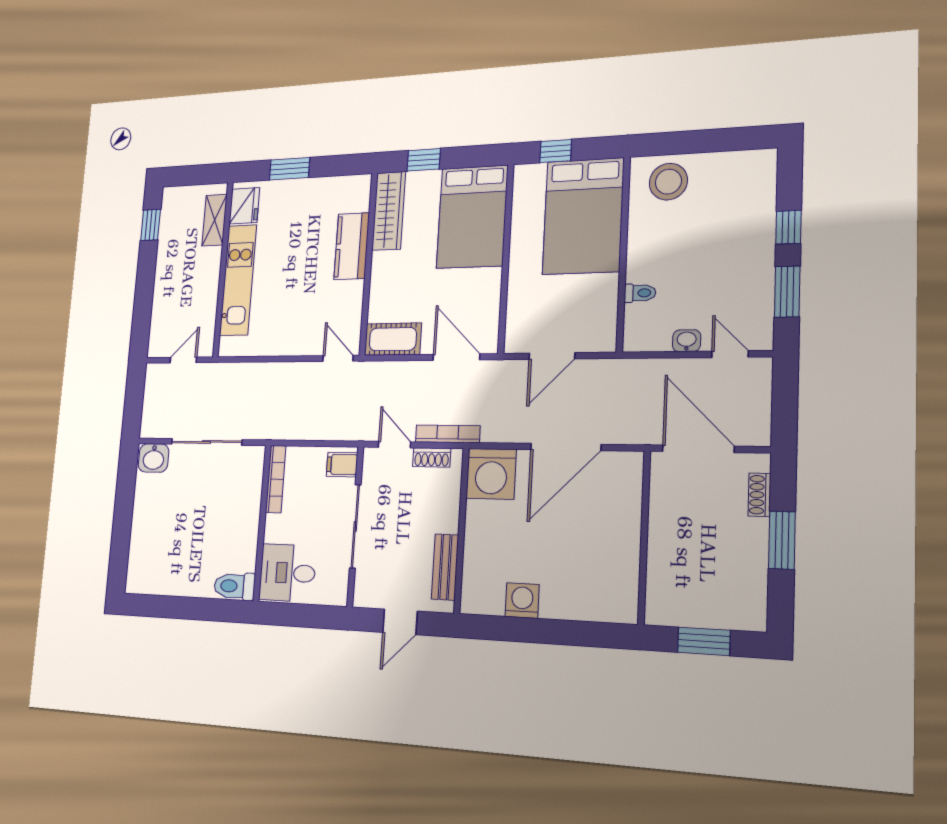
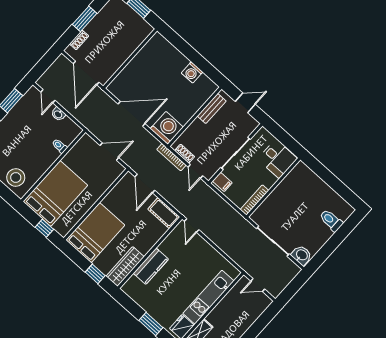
toilet: (235, 586) -> (331, 220), moved, turned 180

